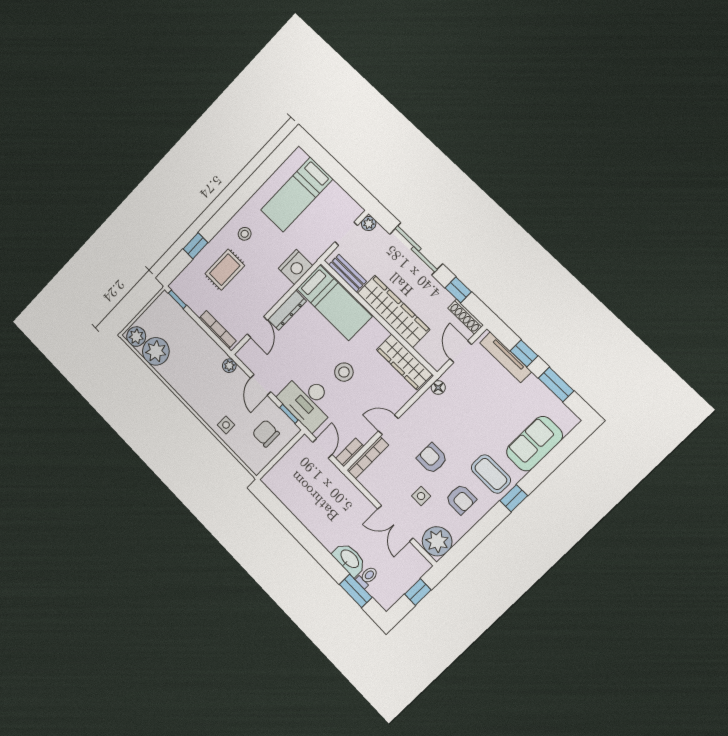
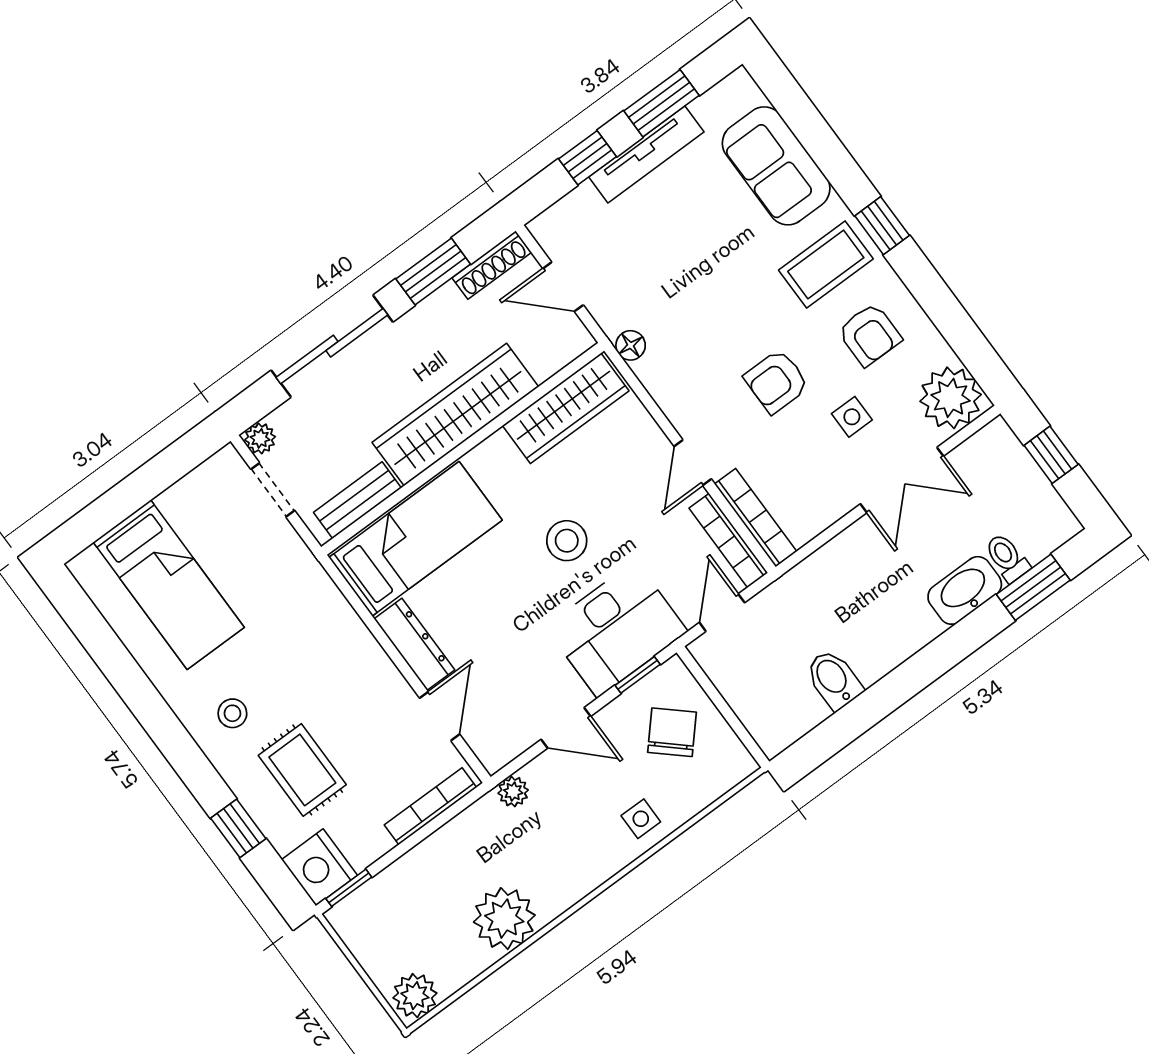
nightstand: (295, 267) -> (319, 867), moved, turned 180
window: (458, 290) -> (433, 271), width x1.50
door: (257, 327) -> (440, 716), hinge flipped
plant: (156, 351) -> (504, 919), moved
tv unit: (506, 357) -> (646, 154), moved
chair: (266, 433) -> (672, 732), turned 132
door: (322, 448) -> (722, 613), hinge flipped
bookcase: (350, 452) -> (728, 541), width x1.56
armchair: (461, 499) -> (869, 335), turned 90
bidet: (300, 504) -> (834, 679), added

